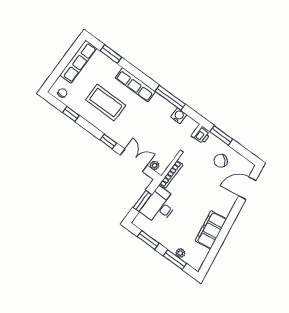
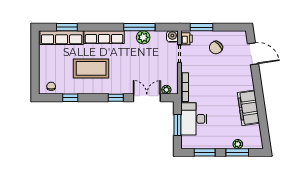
row of seats: (78, 62) -> (62, 38), moved, turned 90
plant: (167, 108) -> (143, 37), added
water cooler: (179, 116) -> (172, 36), moved
door: (247, 188) -> (253, 54), swing flipped

